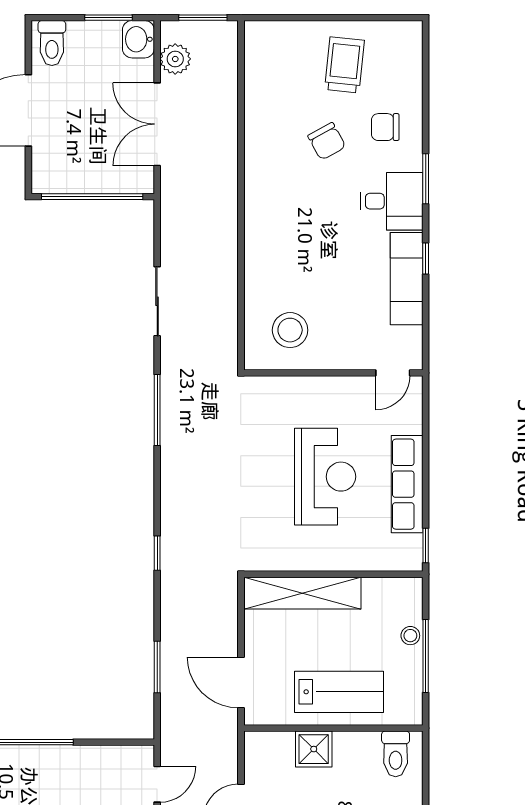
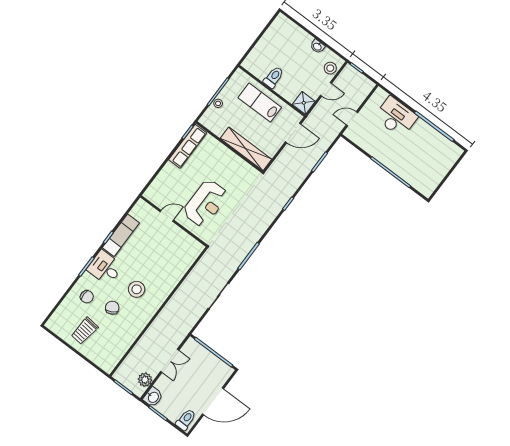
double door: (157, 124) -> (170, 361), width x0.73
stool: (290, 330) -> (137, 289), moved
door: (393, 373) -> (167, 216), moved
reception desk: (325, 477) -> (205, 203), moved, turned 180
row of seats: (407, 484) -> (188, 146), moved
door: (241, 683) -> (293, 133), hinge flipped
shower: (314, 749) -> (304, 103), moved
toilet: (396, 754) -> (274, 77), moved

